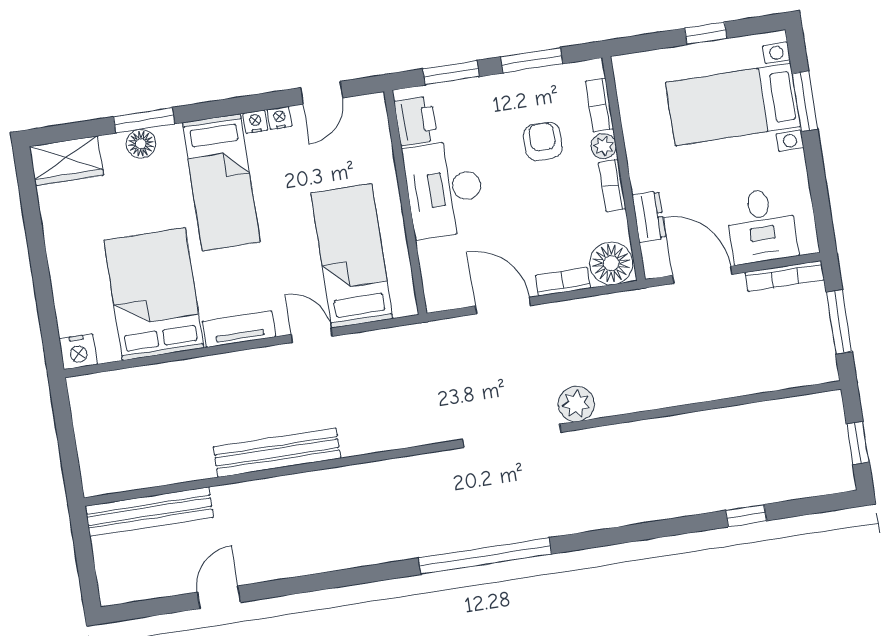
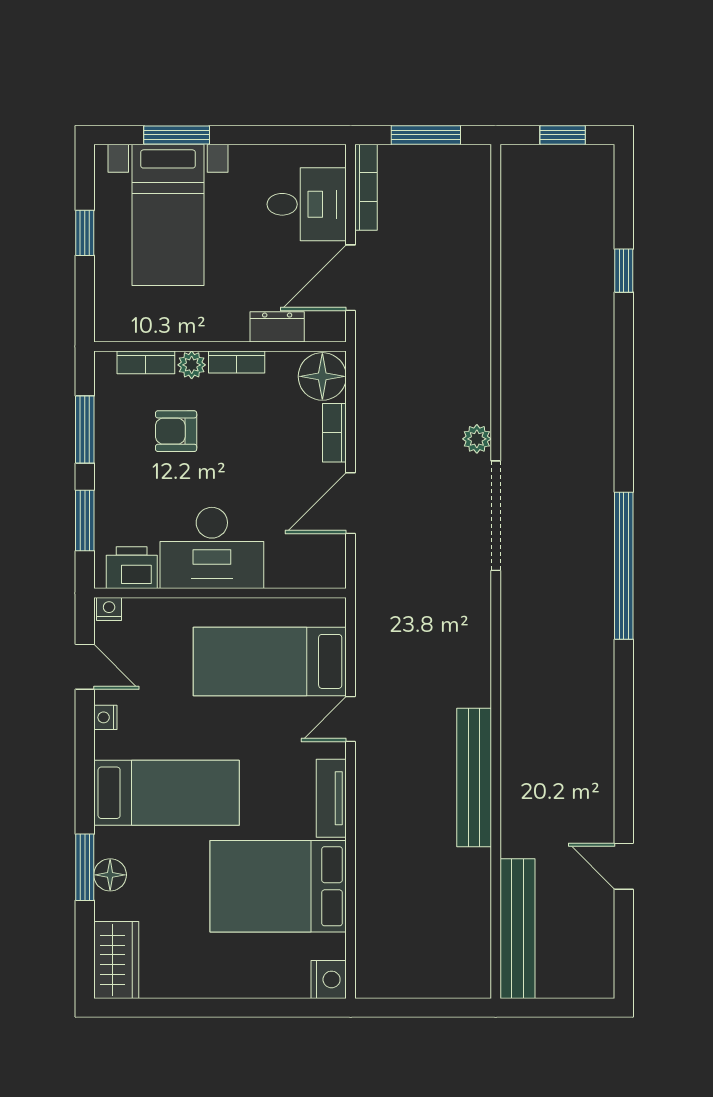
nightstand: (255, 122) -> (109, 609), moved, turned 90
plant: (576, 404) -> (477, 439), width x0.73, depth x0.73

